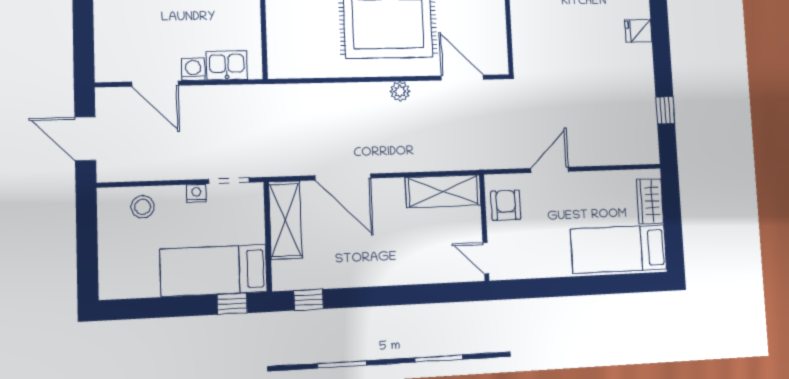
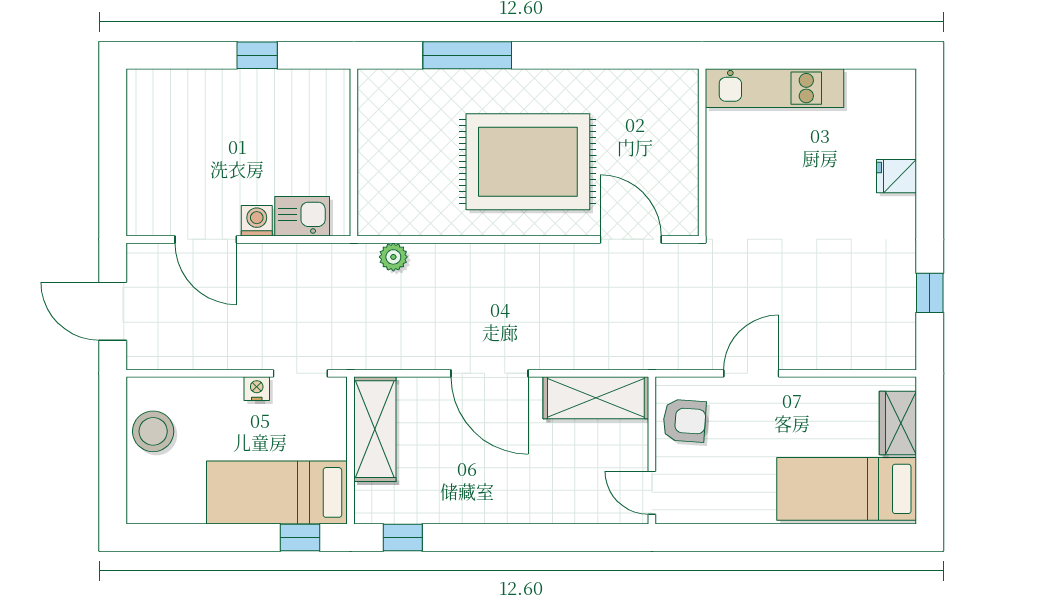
plant: (400, 91) -> (393, 257), moved
door: (343, 177) -> (490, 373), moved
armchair: (506, 205) -> (684, 421), turned 94
stool: (143, 207) -> (153, 431), moved, width x1.38, depth x1.38

